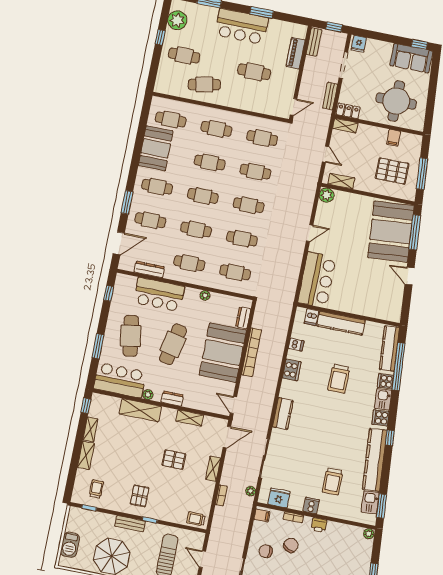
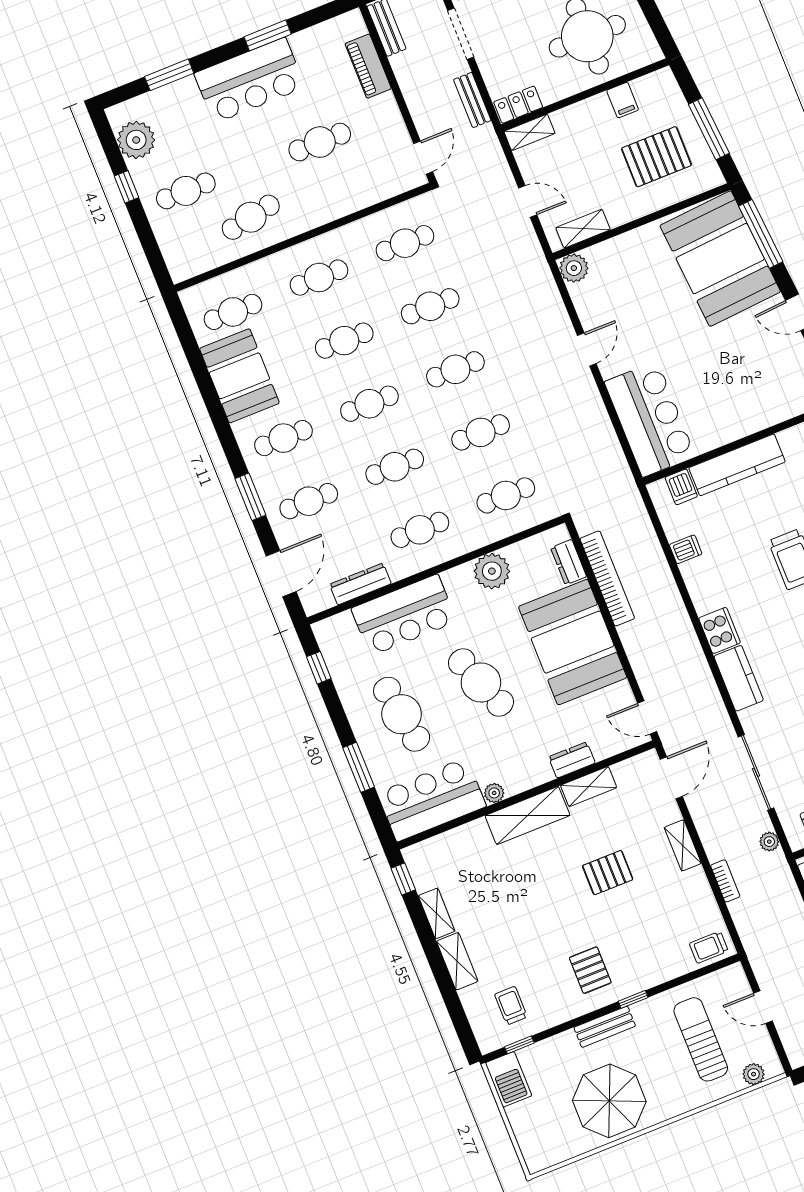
plant: (205, 295) -> (492, 571), width x1.88, depth x1.88
cafe table: (173, 344) -> (481, 682), turned -33
bookcase: (252, 352) -> (607, 579), moved
cooker: (292, 370) -> (720, 630), moved
dresser: (172, 399) -> (572, 760), moved
shelving: (140, 410) -> (527, 815), moved
barbecue: (70, 545) -> (508, 1079), moved

